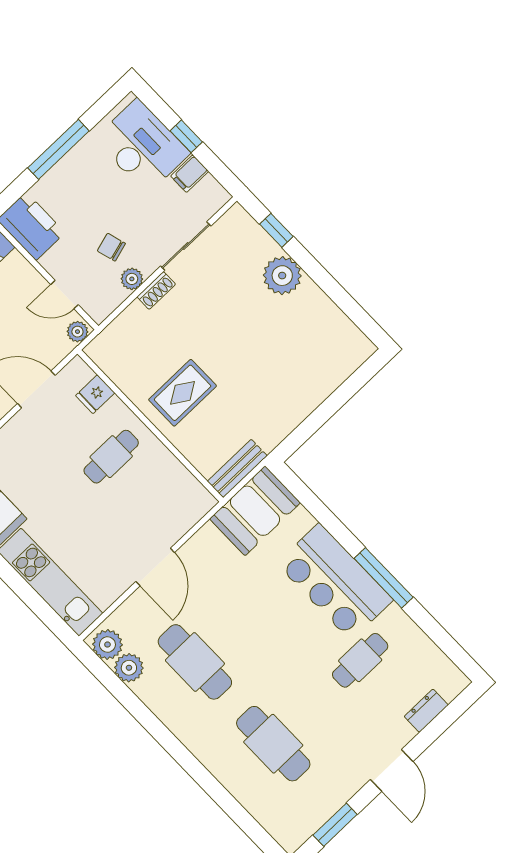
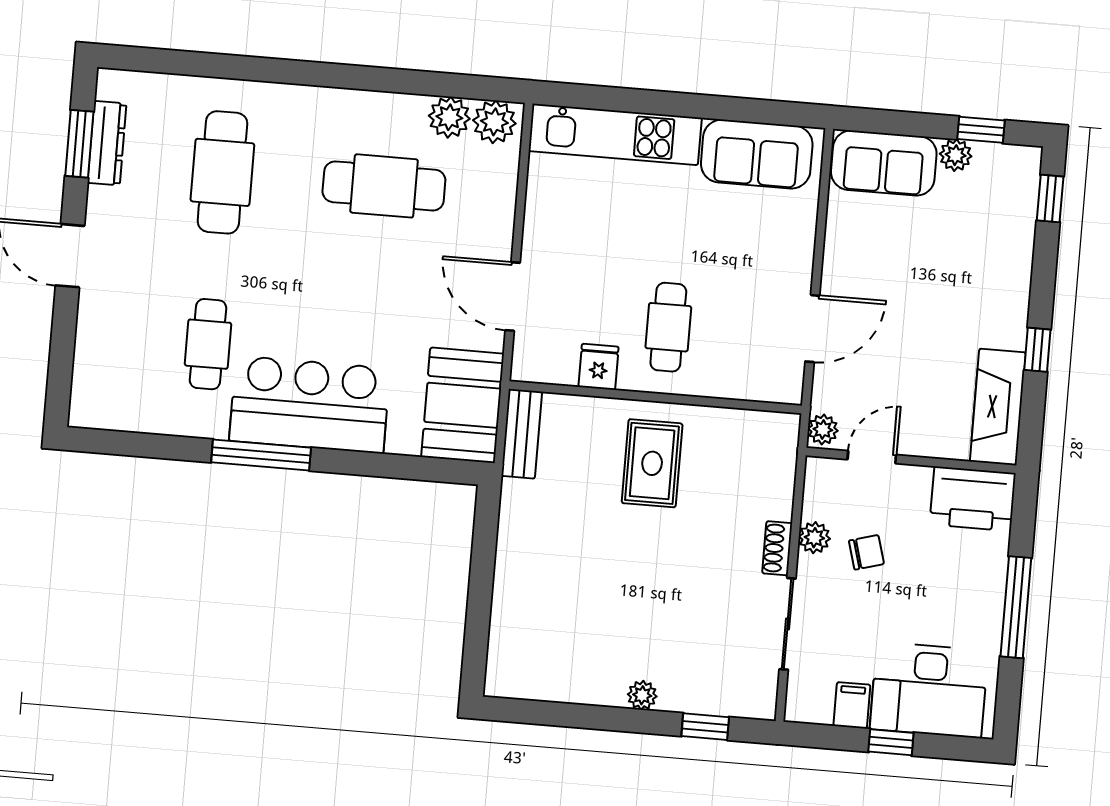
plant: (282, 276) -> (642, 695), width x0.53, depth x0.53
fridge: (95, 394) -> (598, 367), moved
door: (155, 567) -> (513, 296), moved
dresser: (426, 711) -> (107, 143), moved, width x1.44
cafe table: (273, 744) -> (222, 172), turned 90

